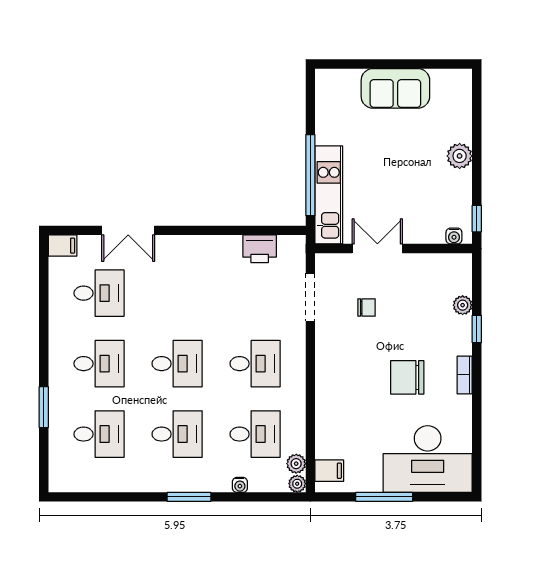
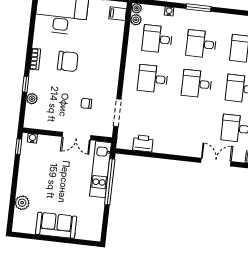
plant: (460, 156) -> (22, 203), moved

